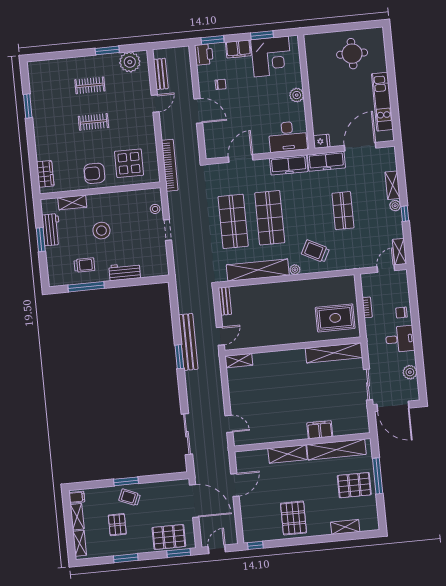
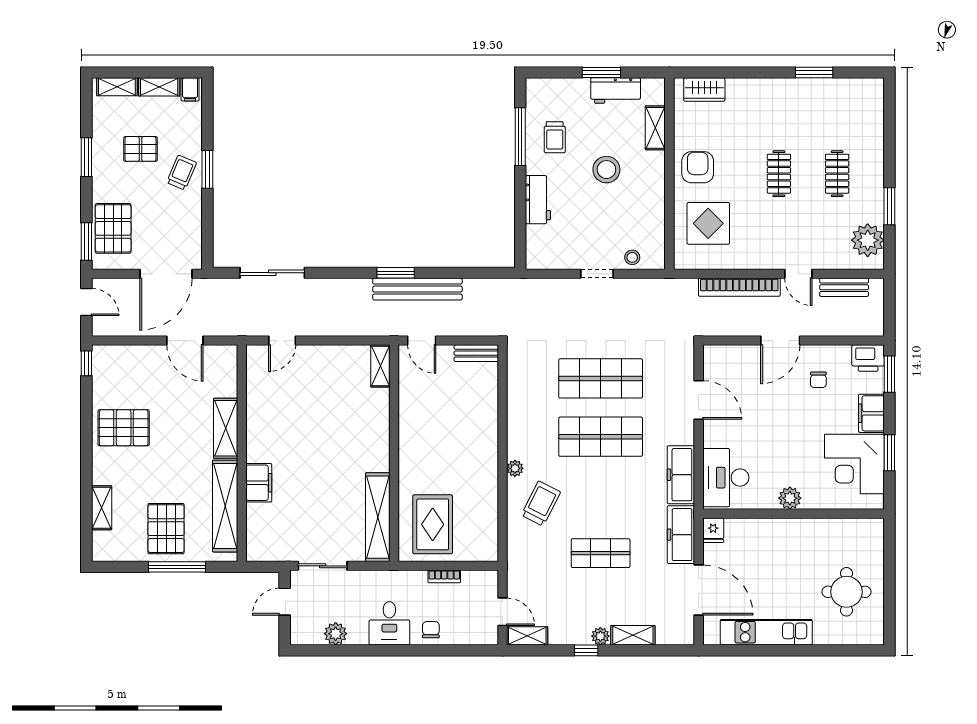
bookcase: (170, 165) -> (739, 287), moved
shelving: (258, 270) -> (520, 410), removed
door: (393, 406) -> (285, 602), width x0.53

